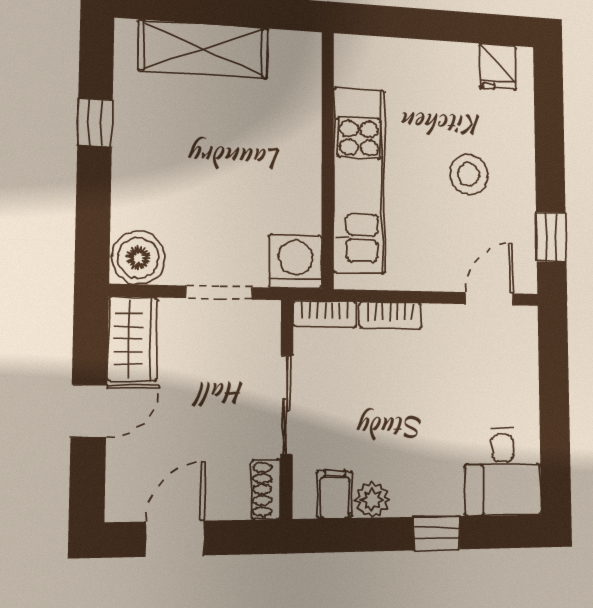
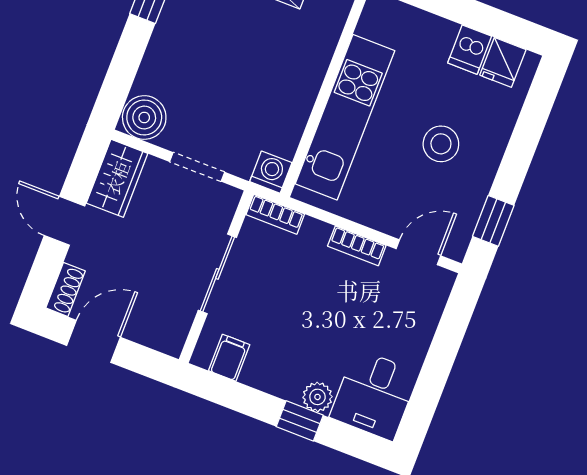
dishwasher: (460, 64) -> (470, 50), added
washing machine: (295, 261) -> (271, 172), width x0.73, depth x0.73
bookcase: (390, 315) -> (357, 246), moved
door: (89, 411) -> (64, 221), swing flipped
shoe rack: (266, 489) -> (66, 289), moved, turned 180
plant: (372, 500) -> (317, 397), moved

